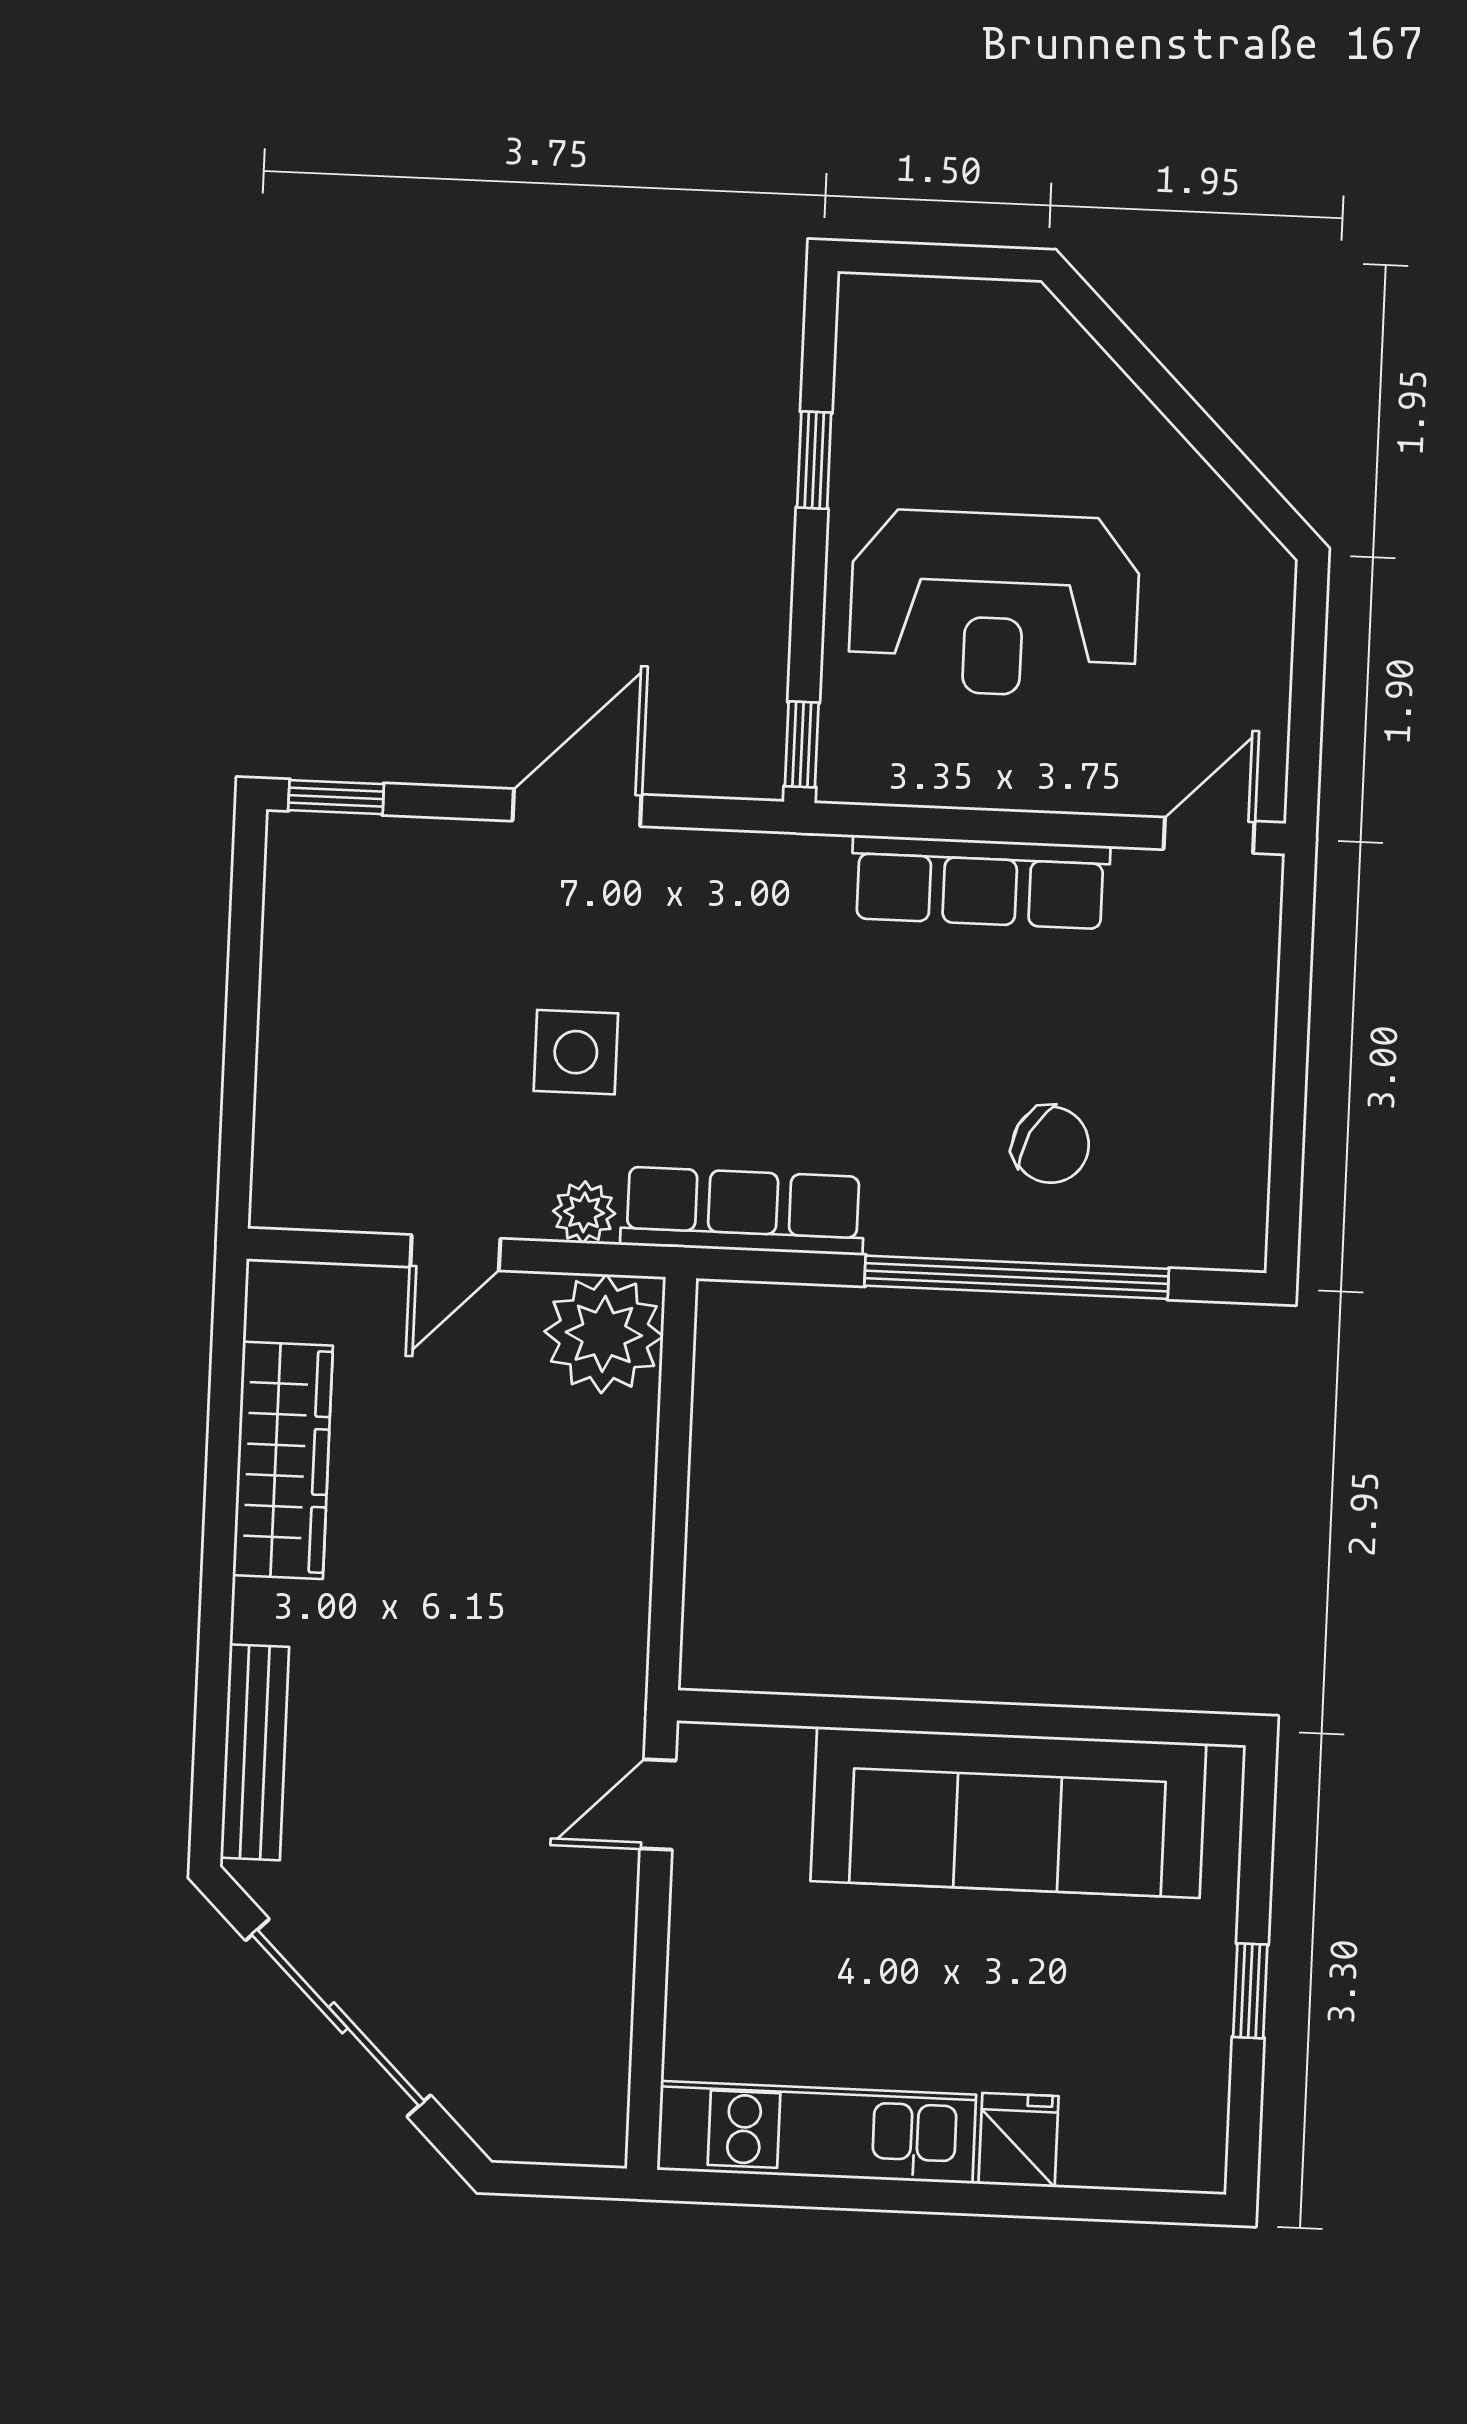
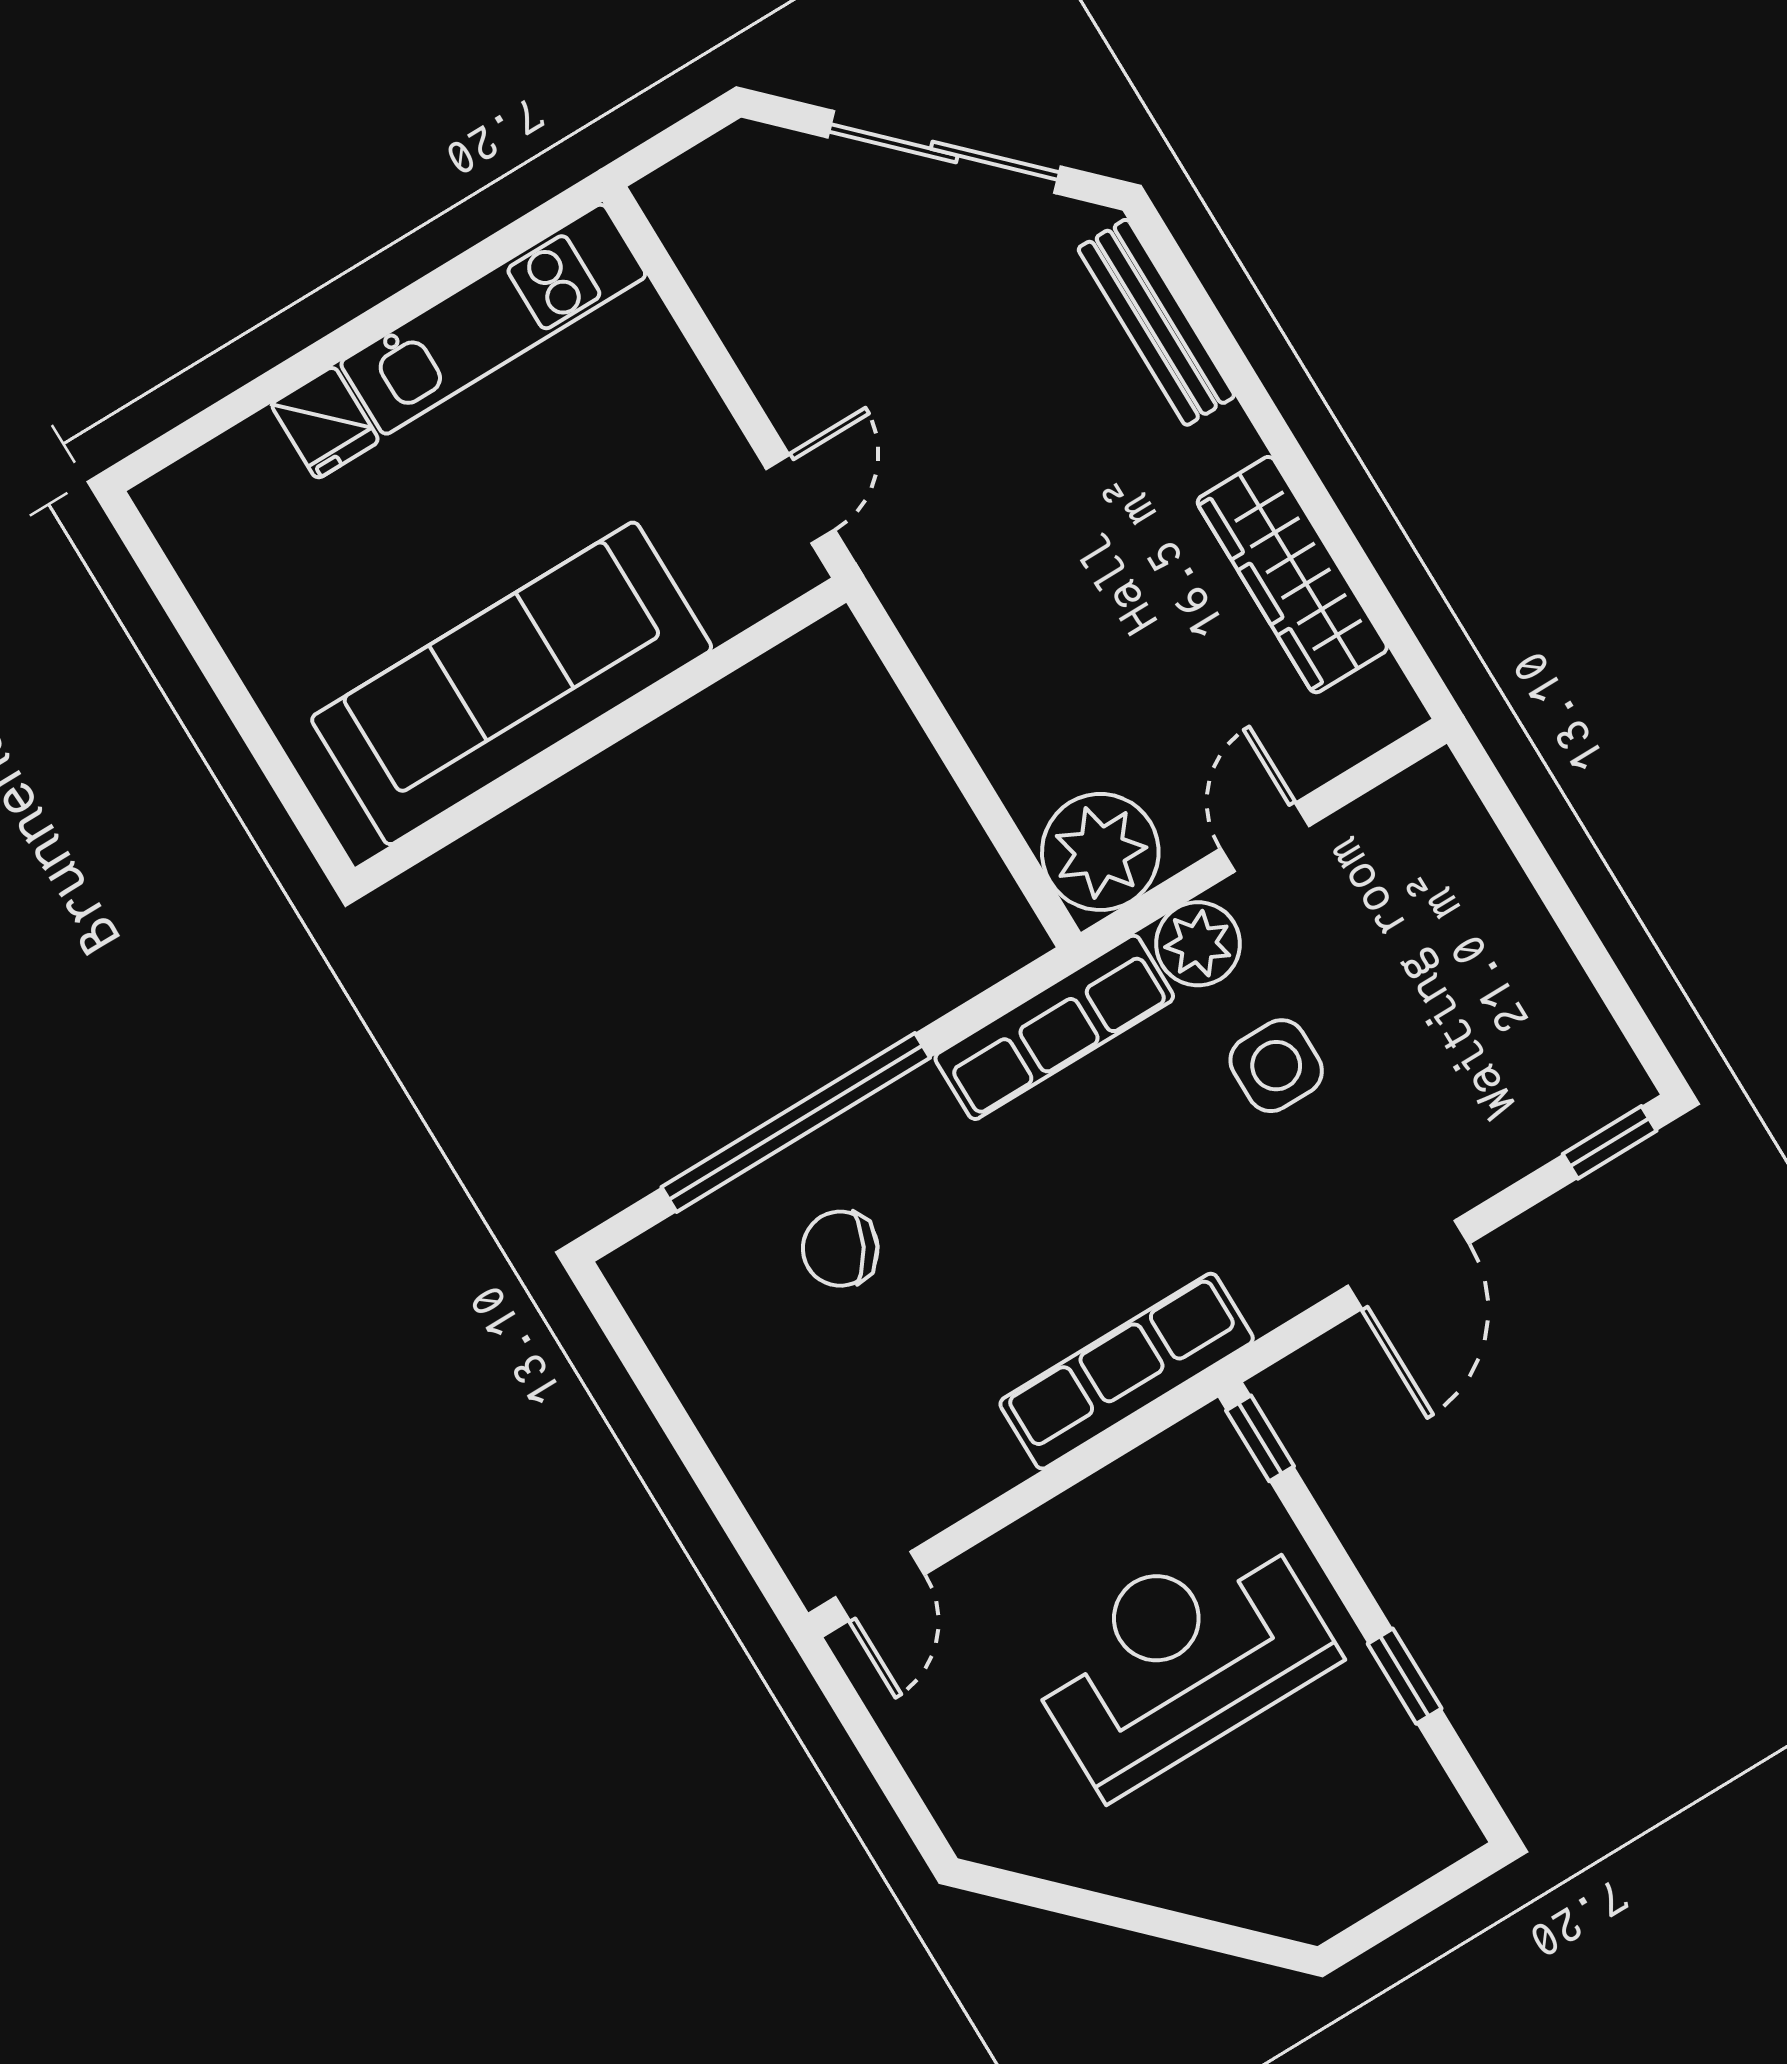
row of seats: (980, 882) -> (1127, 1371), moved
plant: (584, 1212) -> (1198, 944), width x1.38, depth x1.38
window: (1250, 1991) -> (218, 670), removed

